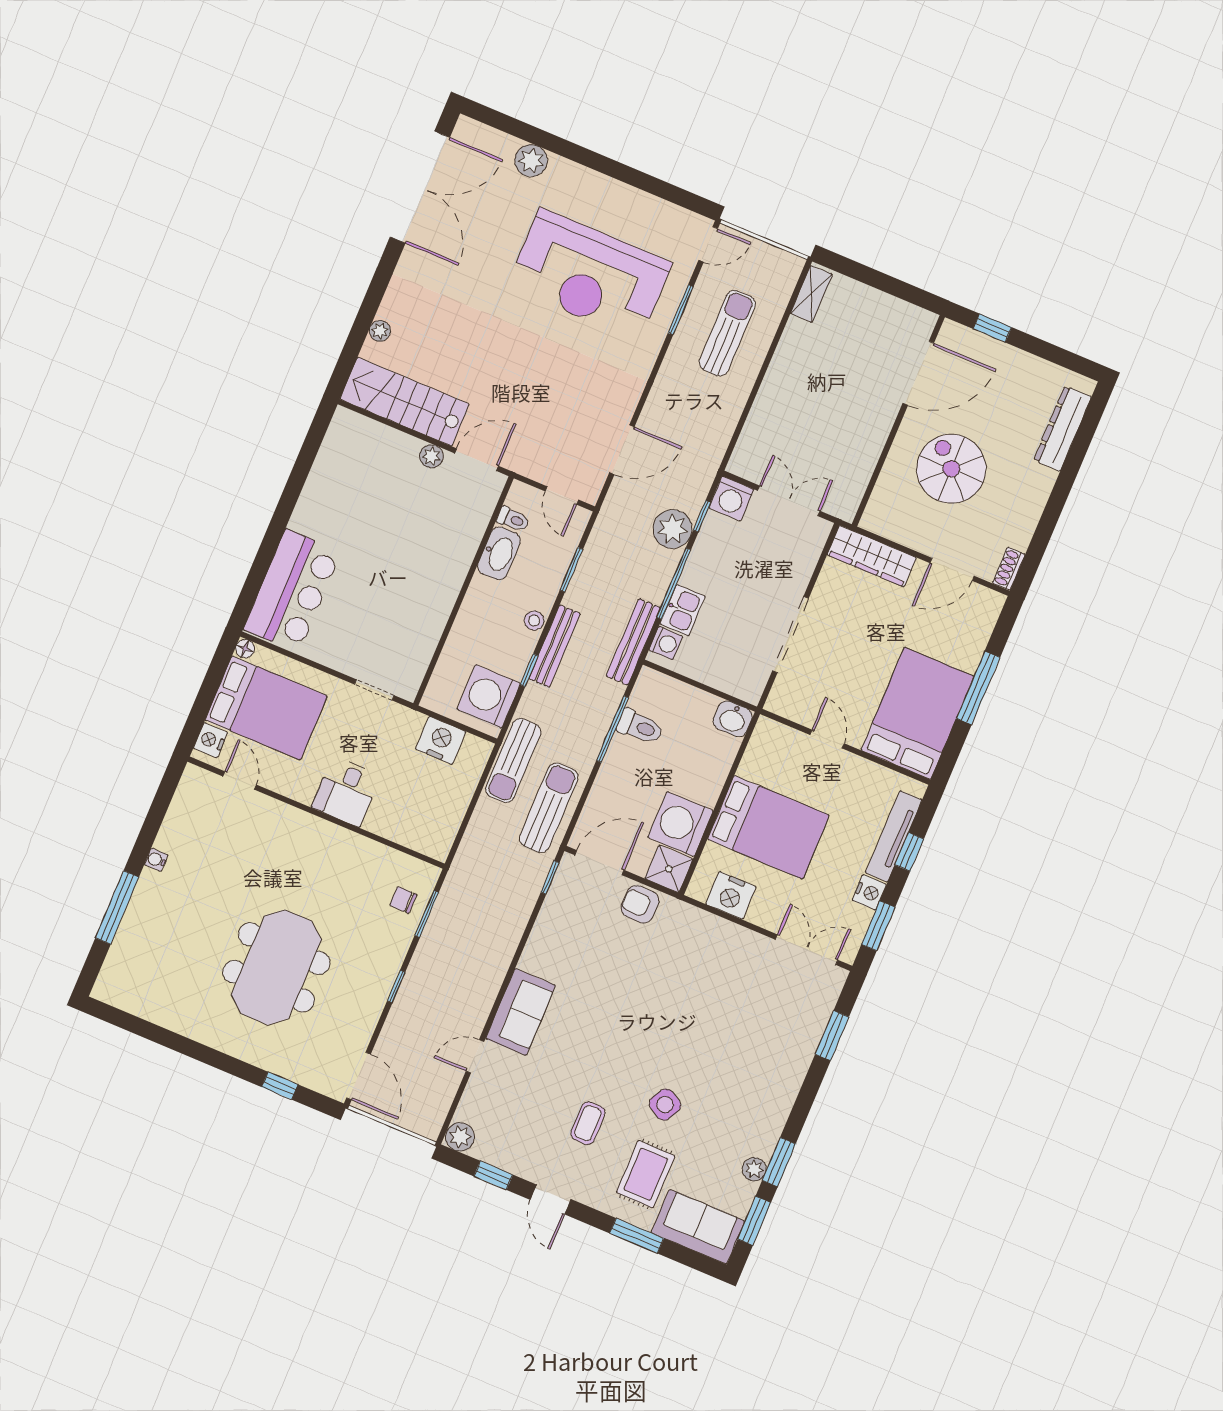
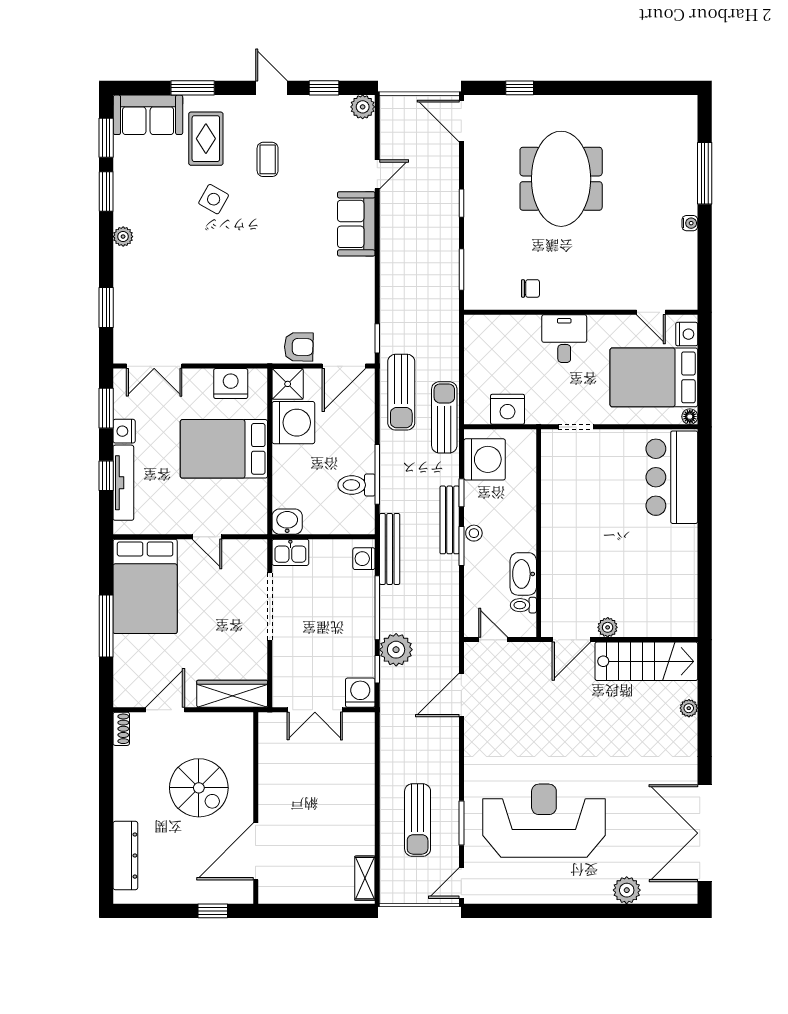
window: (571, 570) -> (461, 546), moved
kitchen sink: (683, 610) -> (290, 552), moved, turned -90
chair: (403, 900) -> (530, 288), moved
plant: (754, 1169) -> (123, 237), moved

